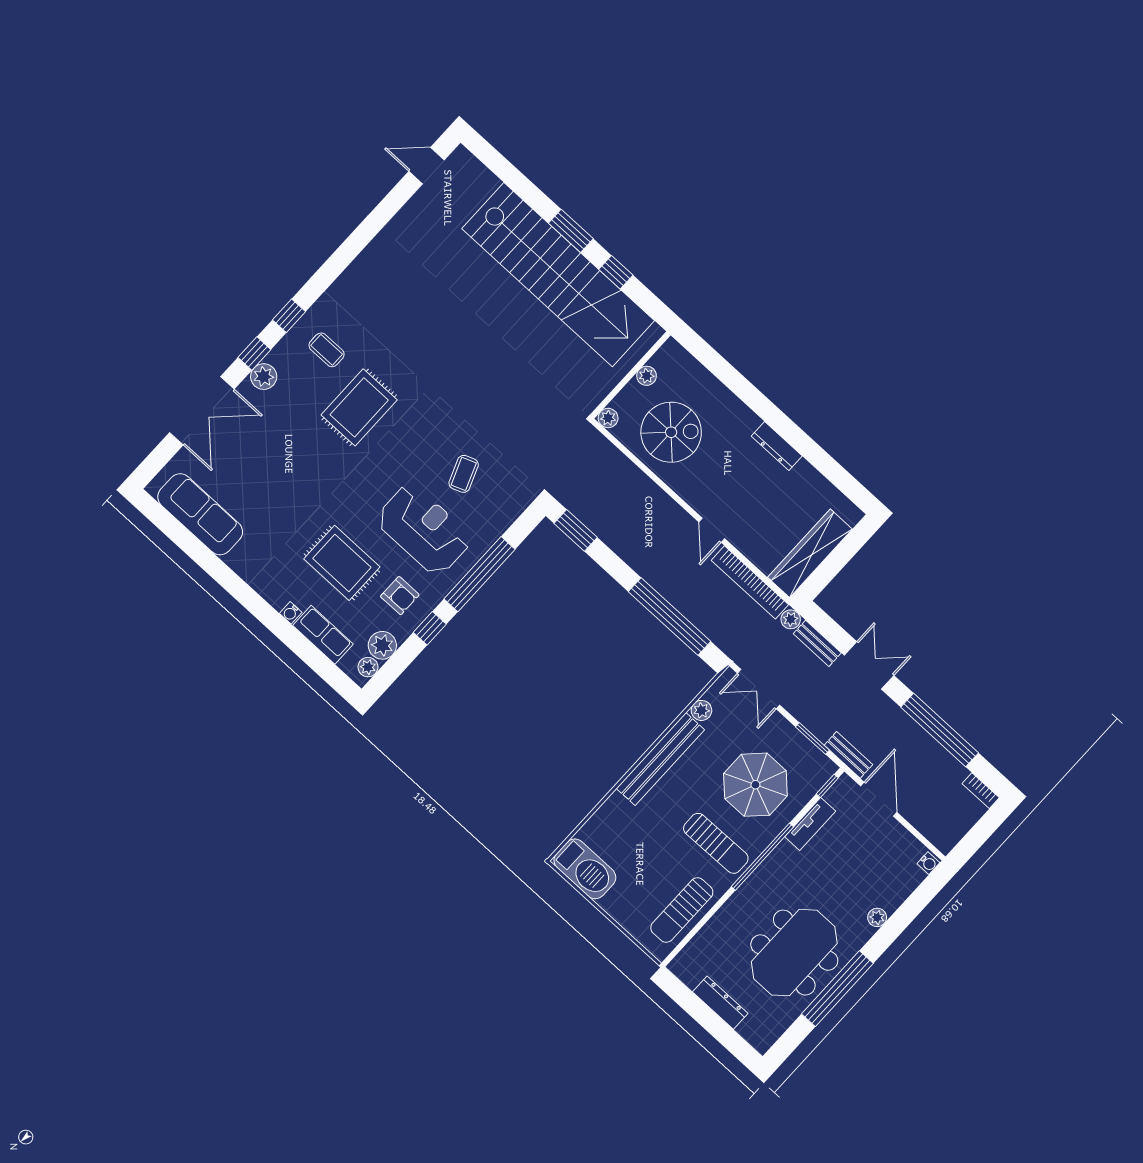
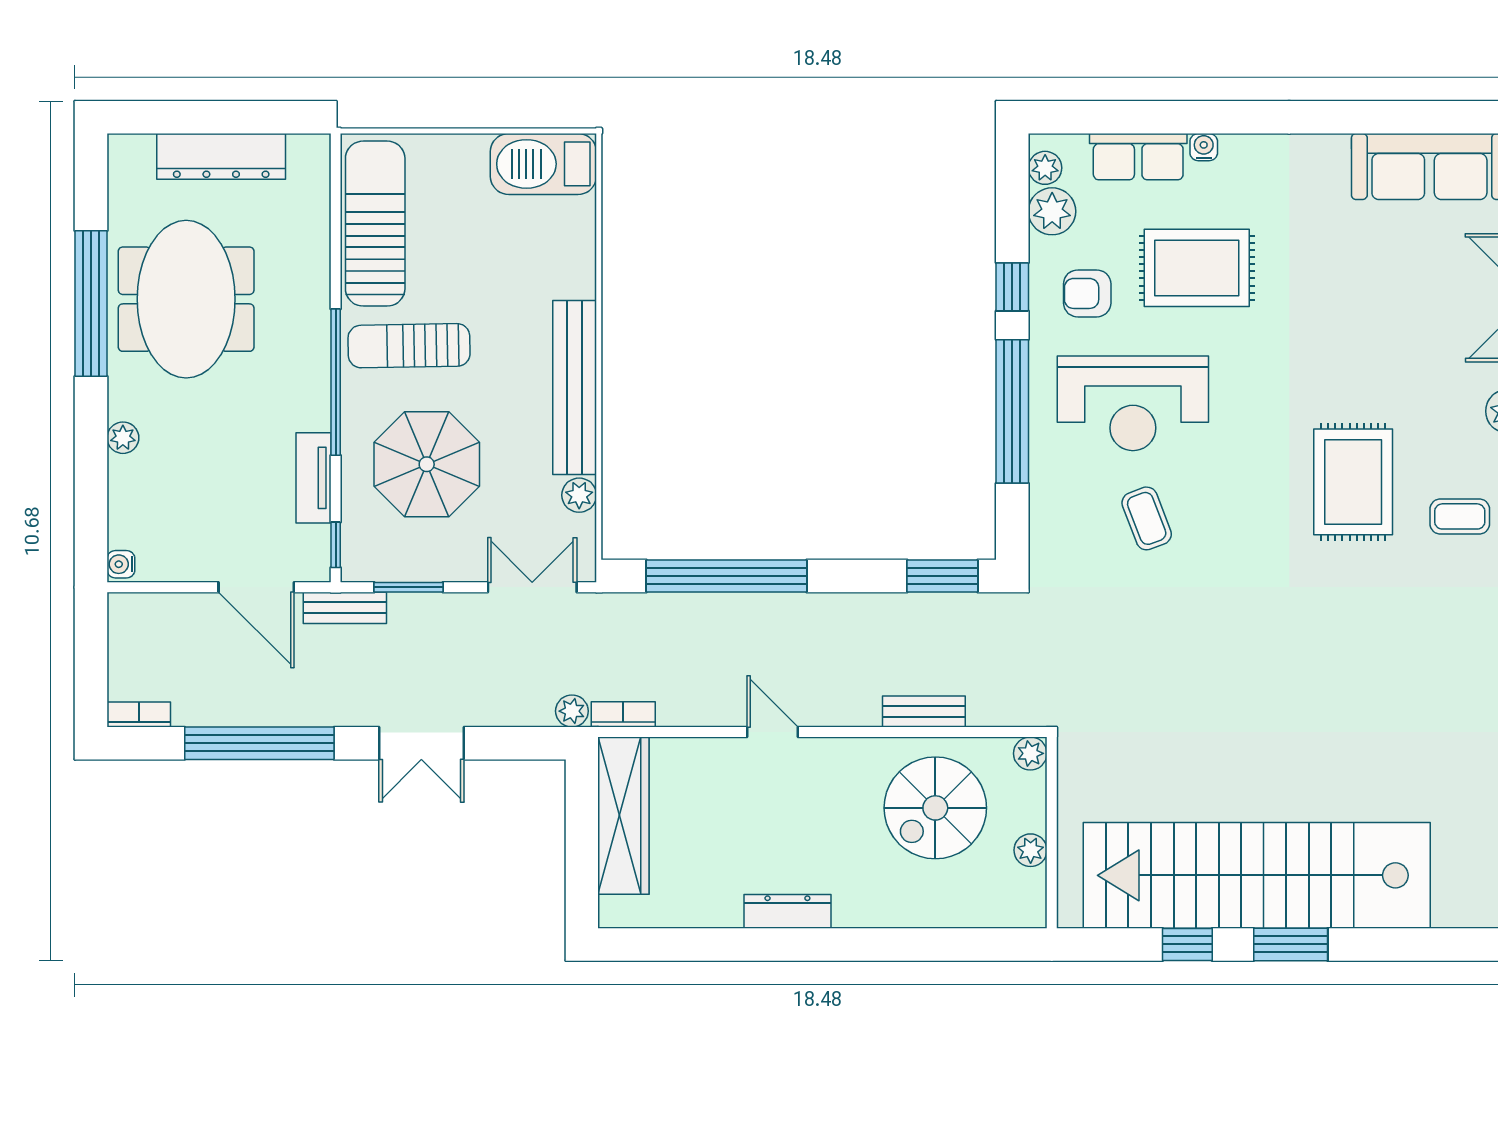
bookcase: (750, 582) -> (623, 714), width x0.43, depth x0.76
bench: (817, 643) -> (924, 711), moved
sun lounger: (682, 910) -> (375, 224), width x1.36, depth x1.34
dresser: (720, 1003) -> (221, 156), width x1.37, depth x1.24

